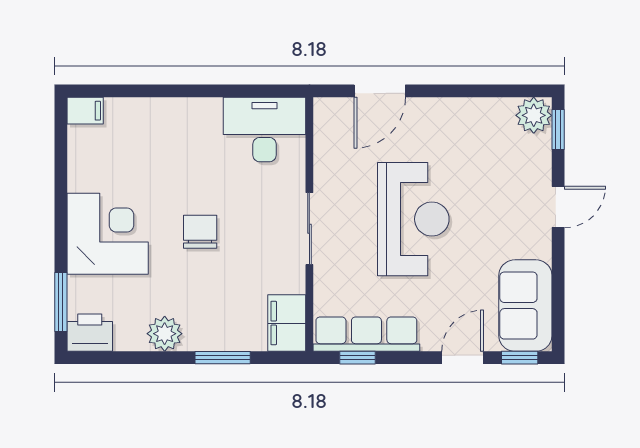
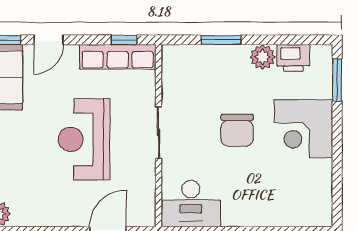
filing cabinet: (85, 111) -> (320, 217), removed
chair: (200, 232) -> (237, 130), width x1.37, depth x1.37
filing cabinet: (287, 323) -> (175, 65), removed
printer: (90, 333) -> (293, 58), moved

